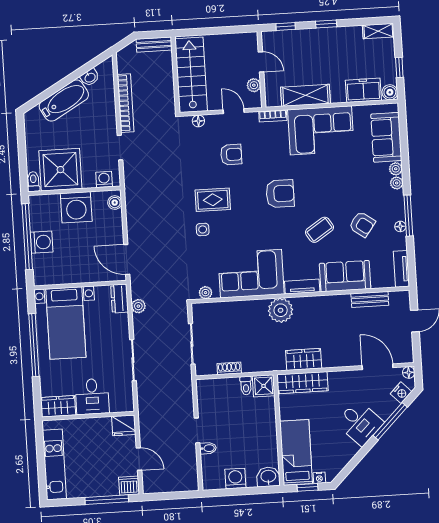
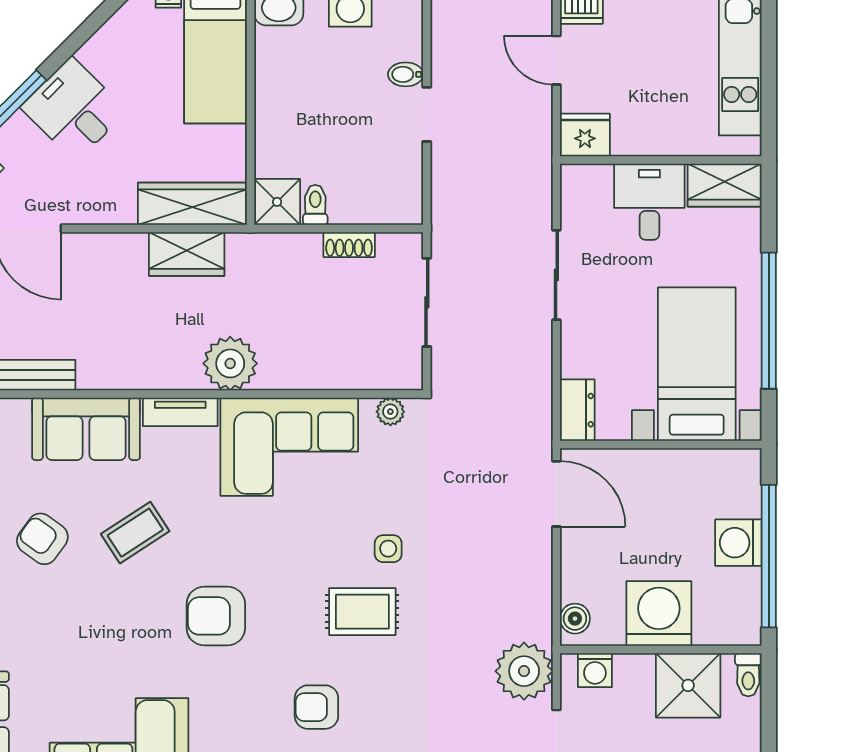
shower: (60, 170) -> (688, 685), width x0.73, depth x0.73
plant: (138, 306) -> (524, 671), moved, width x1.87, depth x1.87

